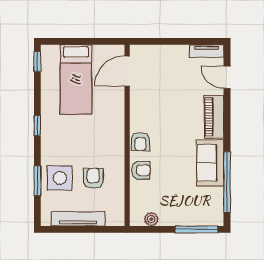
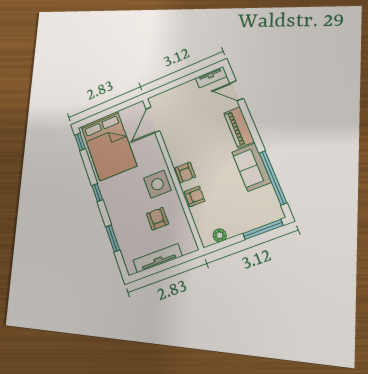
bed: (76, 80) -> (109, 146), width x1.50
side table: (60, 178) -> (157, 184), moved

